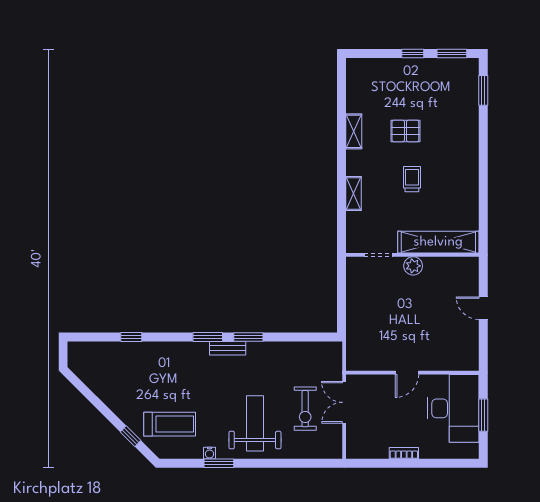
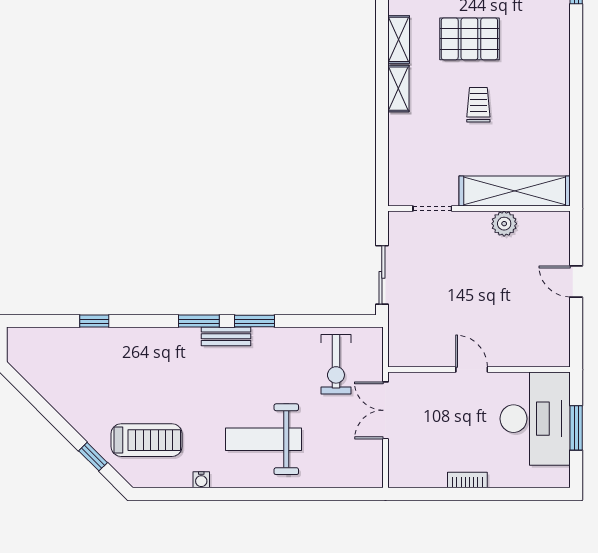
pallet: (405, 131) -> (469, 39), width x1.50, depth x1.42
shelving: (354, 193) -> (398, 89), moved
plant: (413, 266) -> (504, 224), moved
sliding door: (342, 303) -> (382, 275), added
door: (407, 373) -> (472, 370), swing flipped
exercise bike: (305, 409) -> (336, 364), moved
weight bench: (255, 423) -> (263, 439), turned -90
window: (219, 463) -> (214, 494), removed

